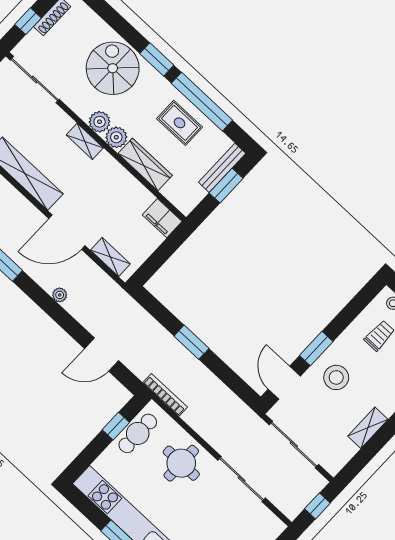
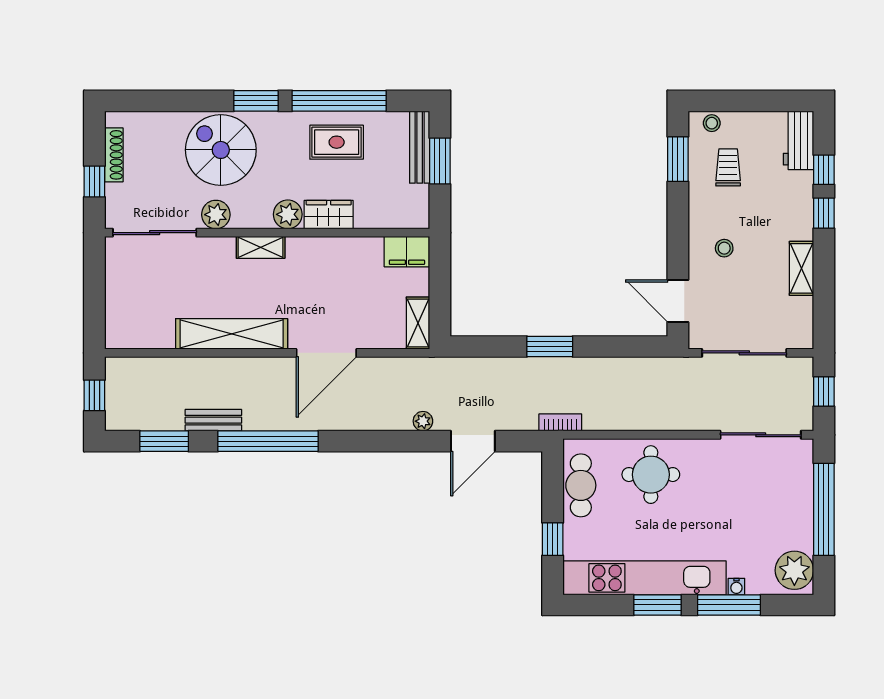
plant: (100, 122) -> (216, 215), moved
wardrobe: (145, 164) -> (329, 215), width x0.67
shelving: (110, 257) -> (418, 323), moved, turned 90
plant: (60, 295) -> (423, 421), moved
window: (316, 349) -> (678, 159), moved
stool: (336, 377) -> (724, 248), width x0.53, depth x0.53
bookcase: (165, 395) -> (560, 422), width x0.64
window: (116, 426) -> (553, 539), moved
sliding door: (242, 479) -> (761, 435), moved

